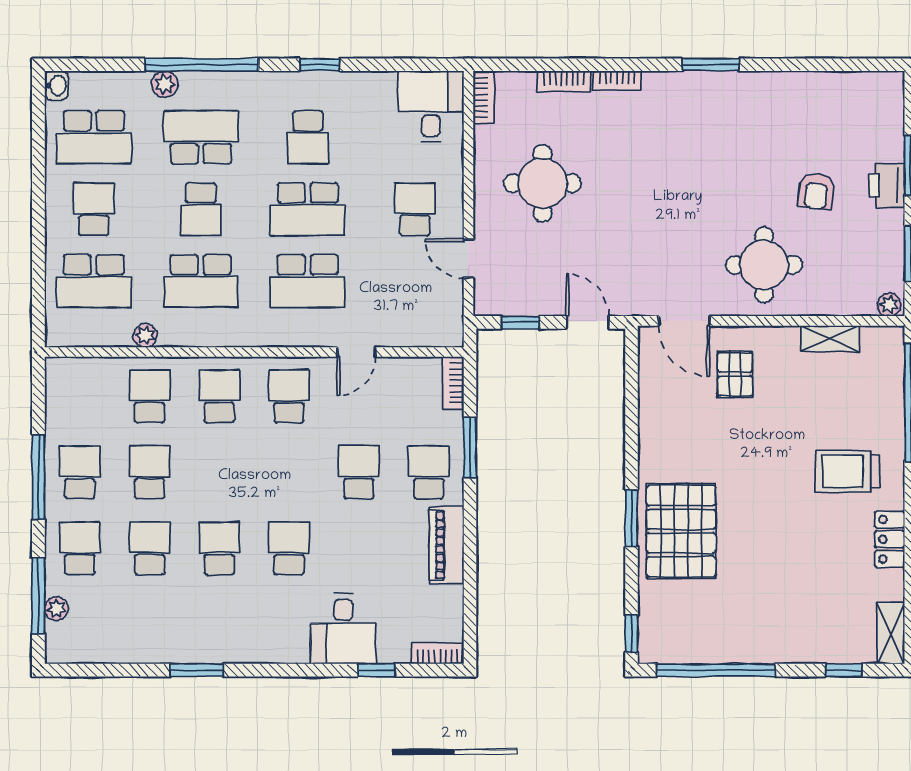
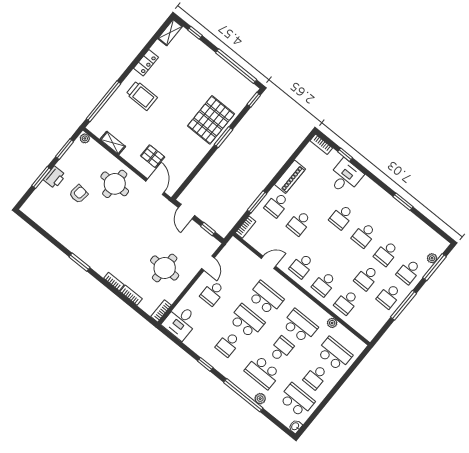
school desk: (308, 137) -> (228, 344), turned 180
pallet: (735, 374) -> (153, 156), turned 90

